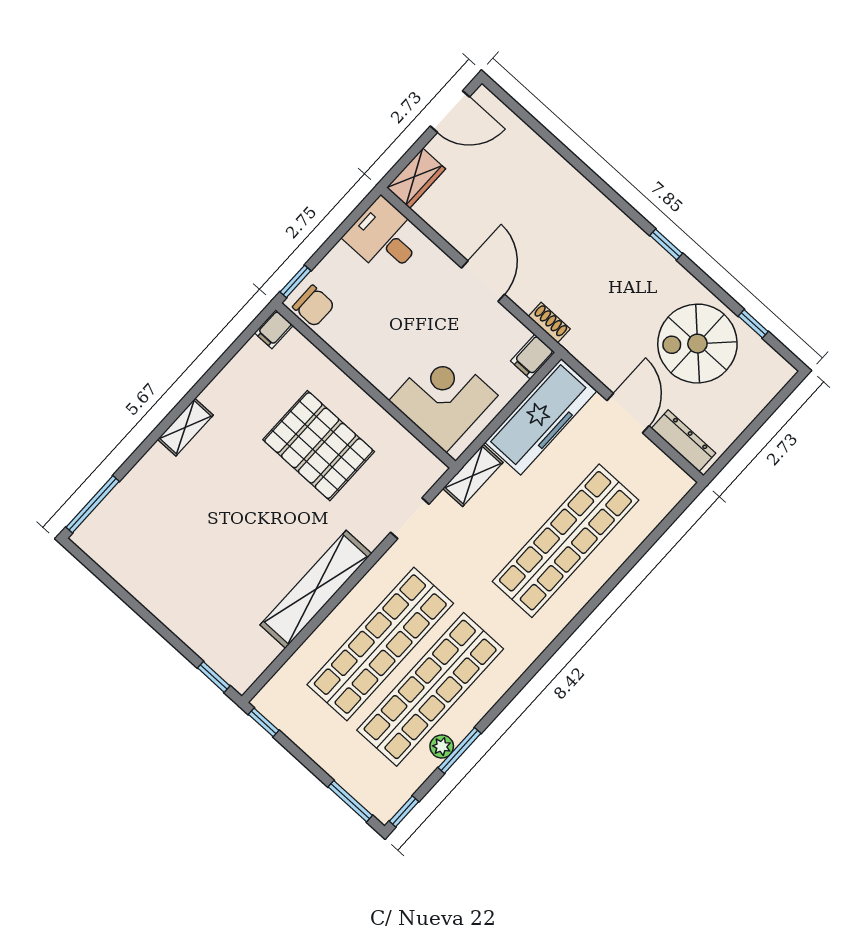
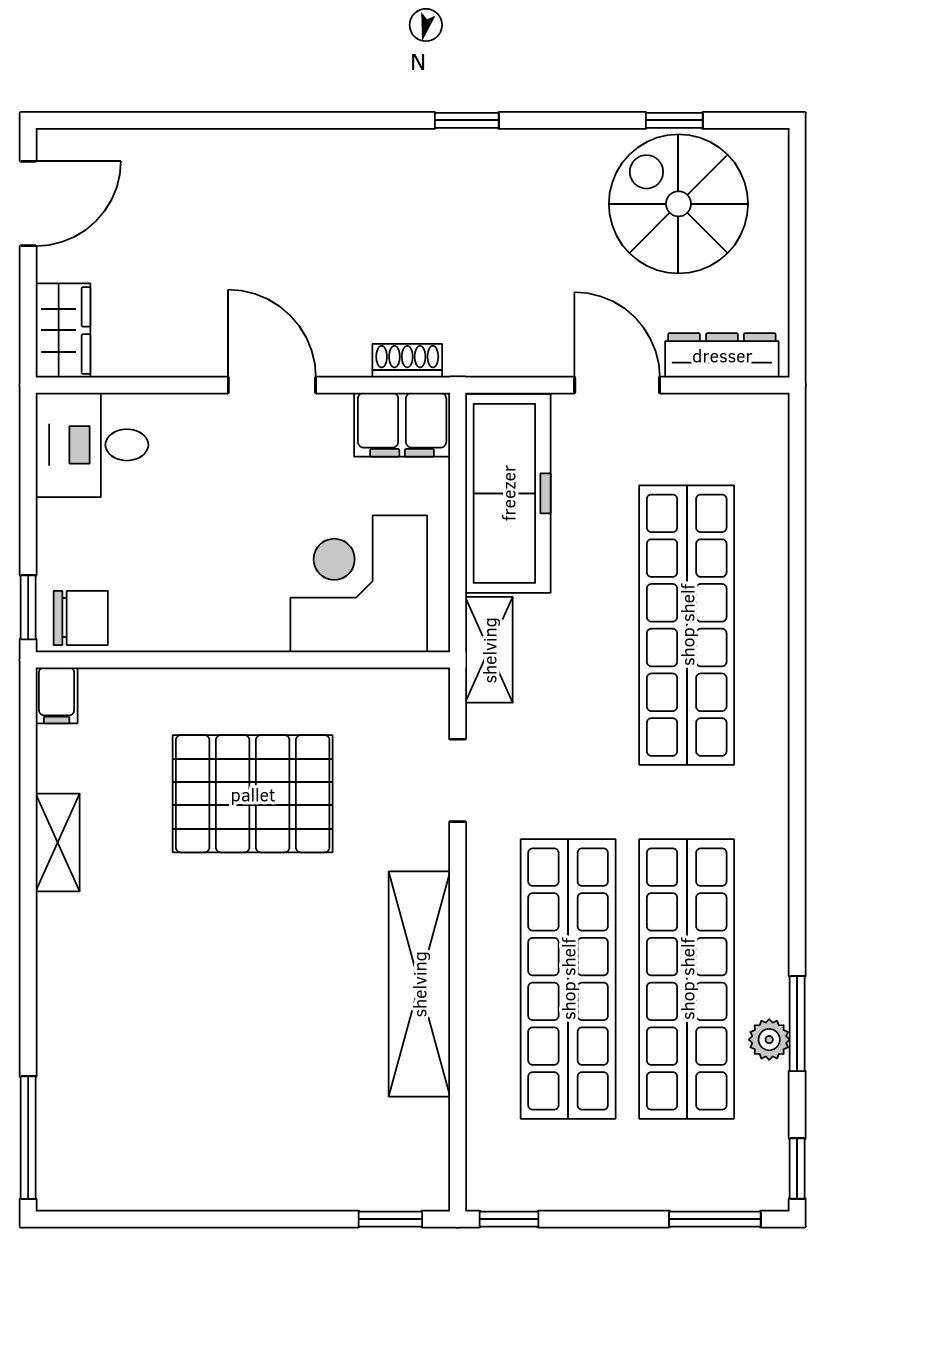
spiral stairs: (697, 344) -> (678, 204), moved, turned 90
filing cabinet: (533, 357) -> (402, 425), width x2.00
shelving: (185, 427) -> (58, 843), moved

